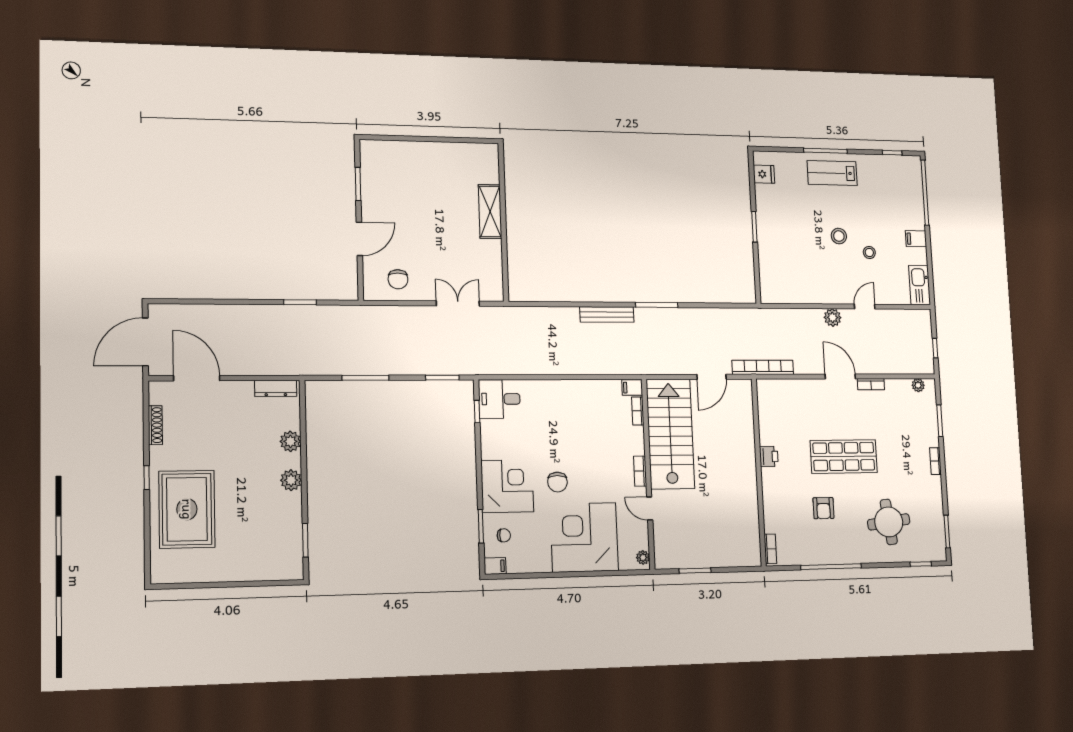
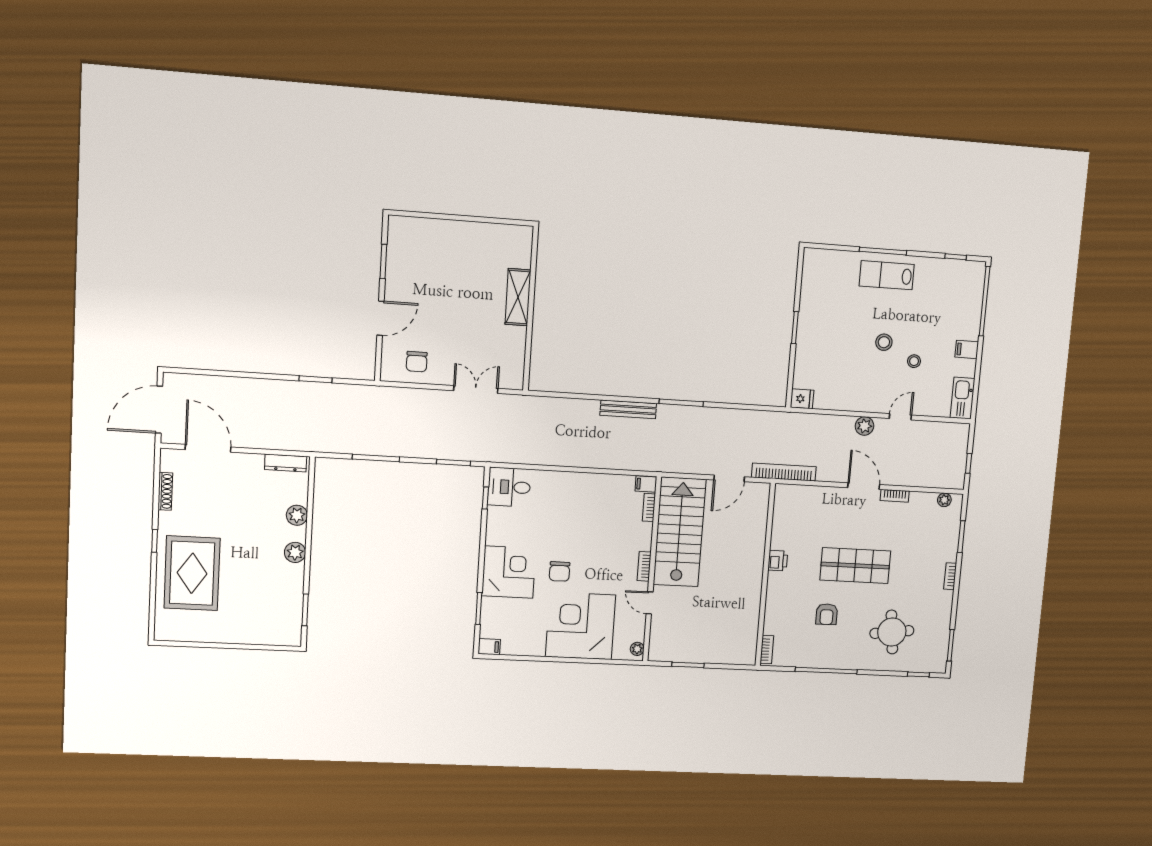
fridge: (764, 174) -> (802, 399), moved
chair: (504, 535) -> (501, 619), removed

